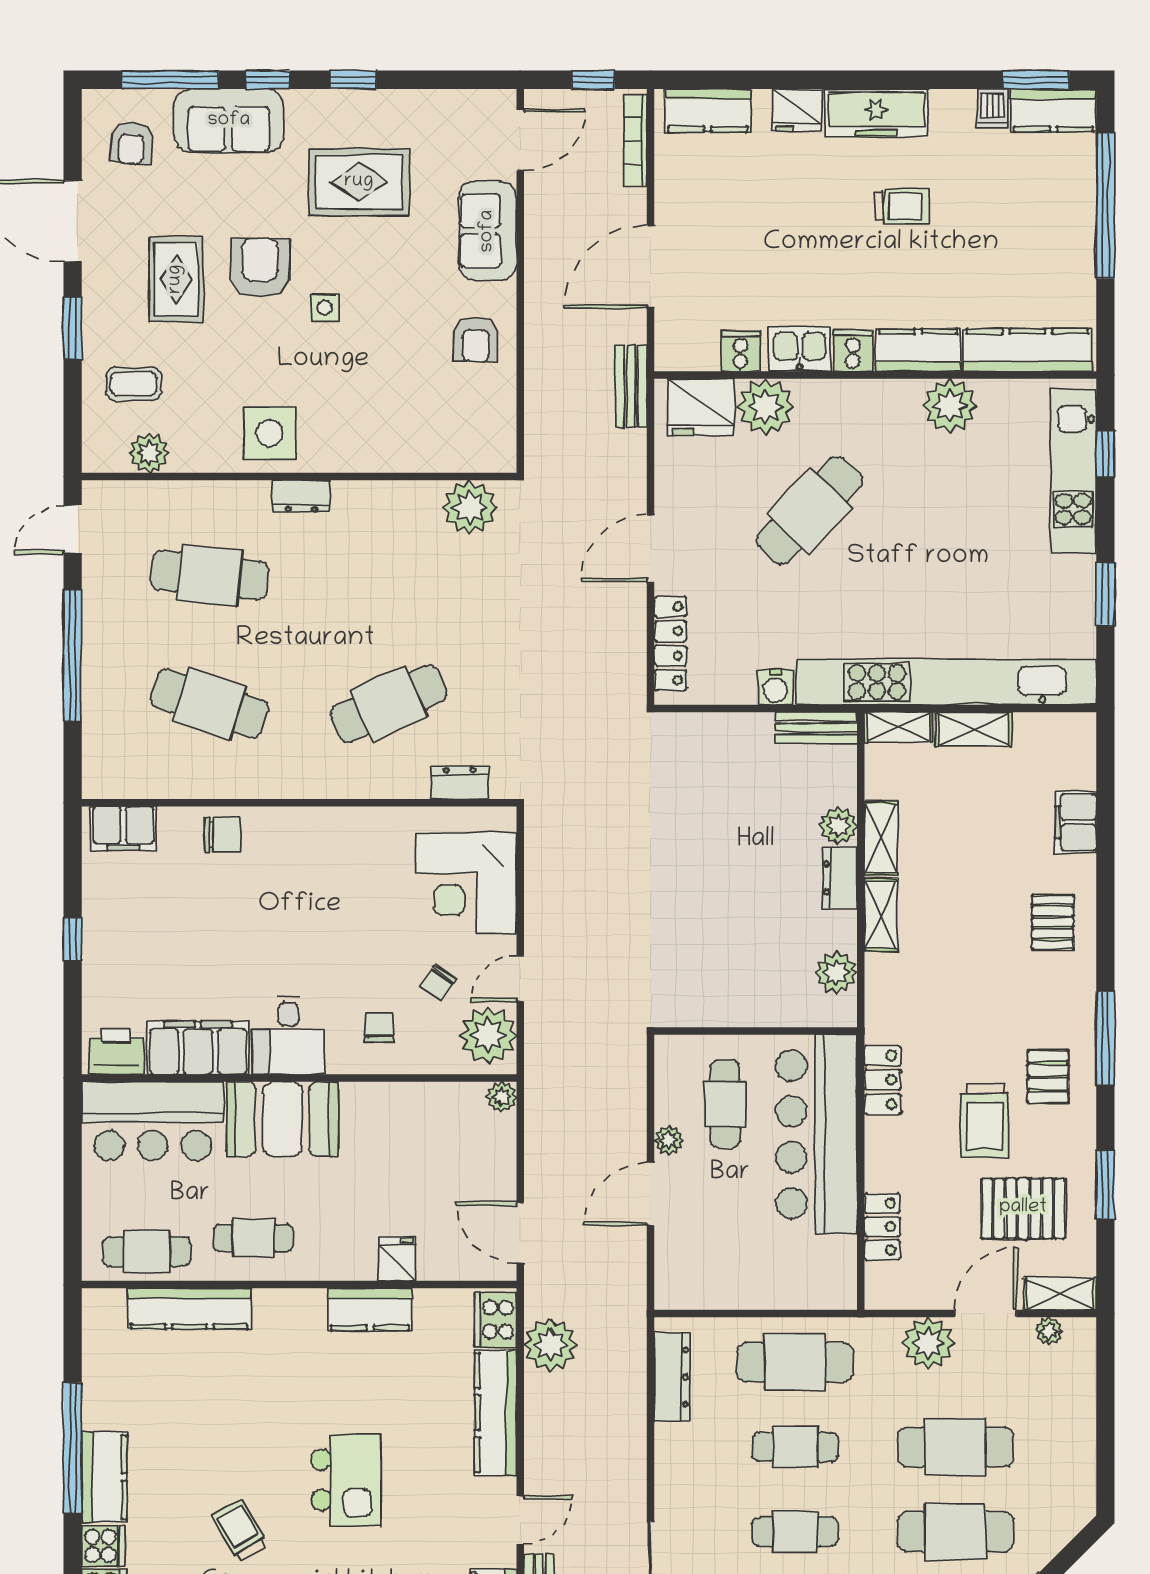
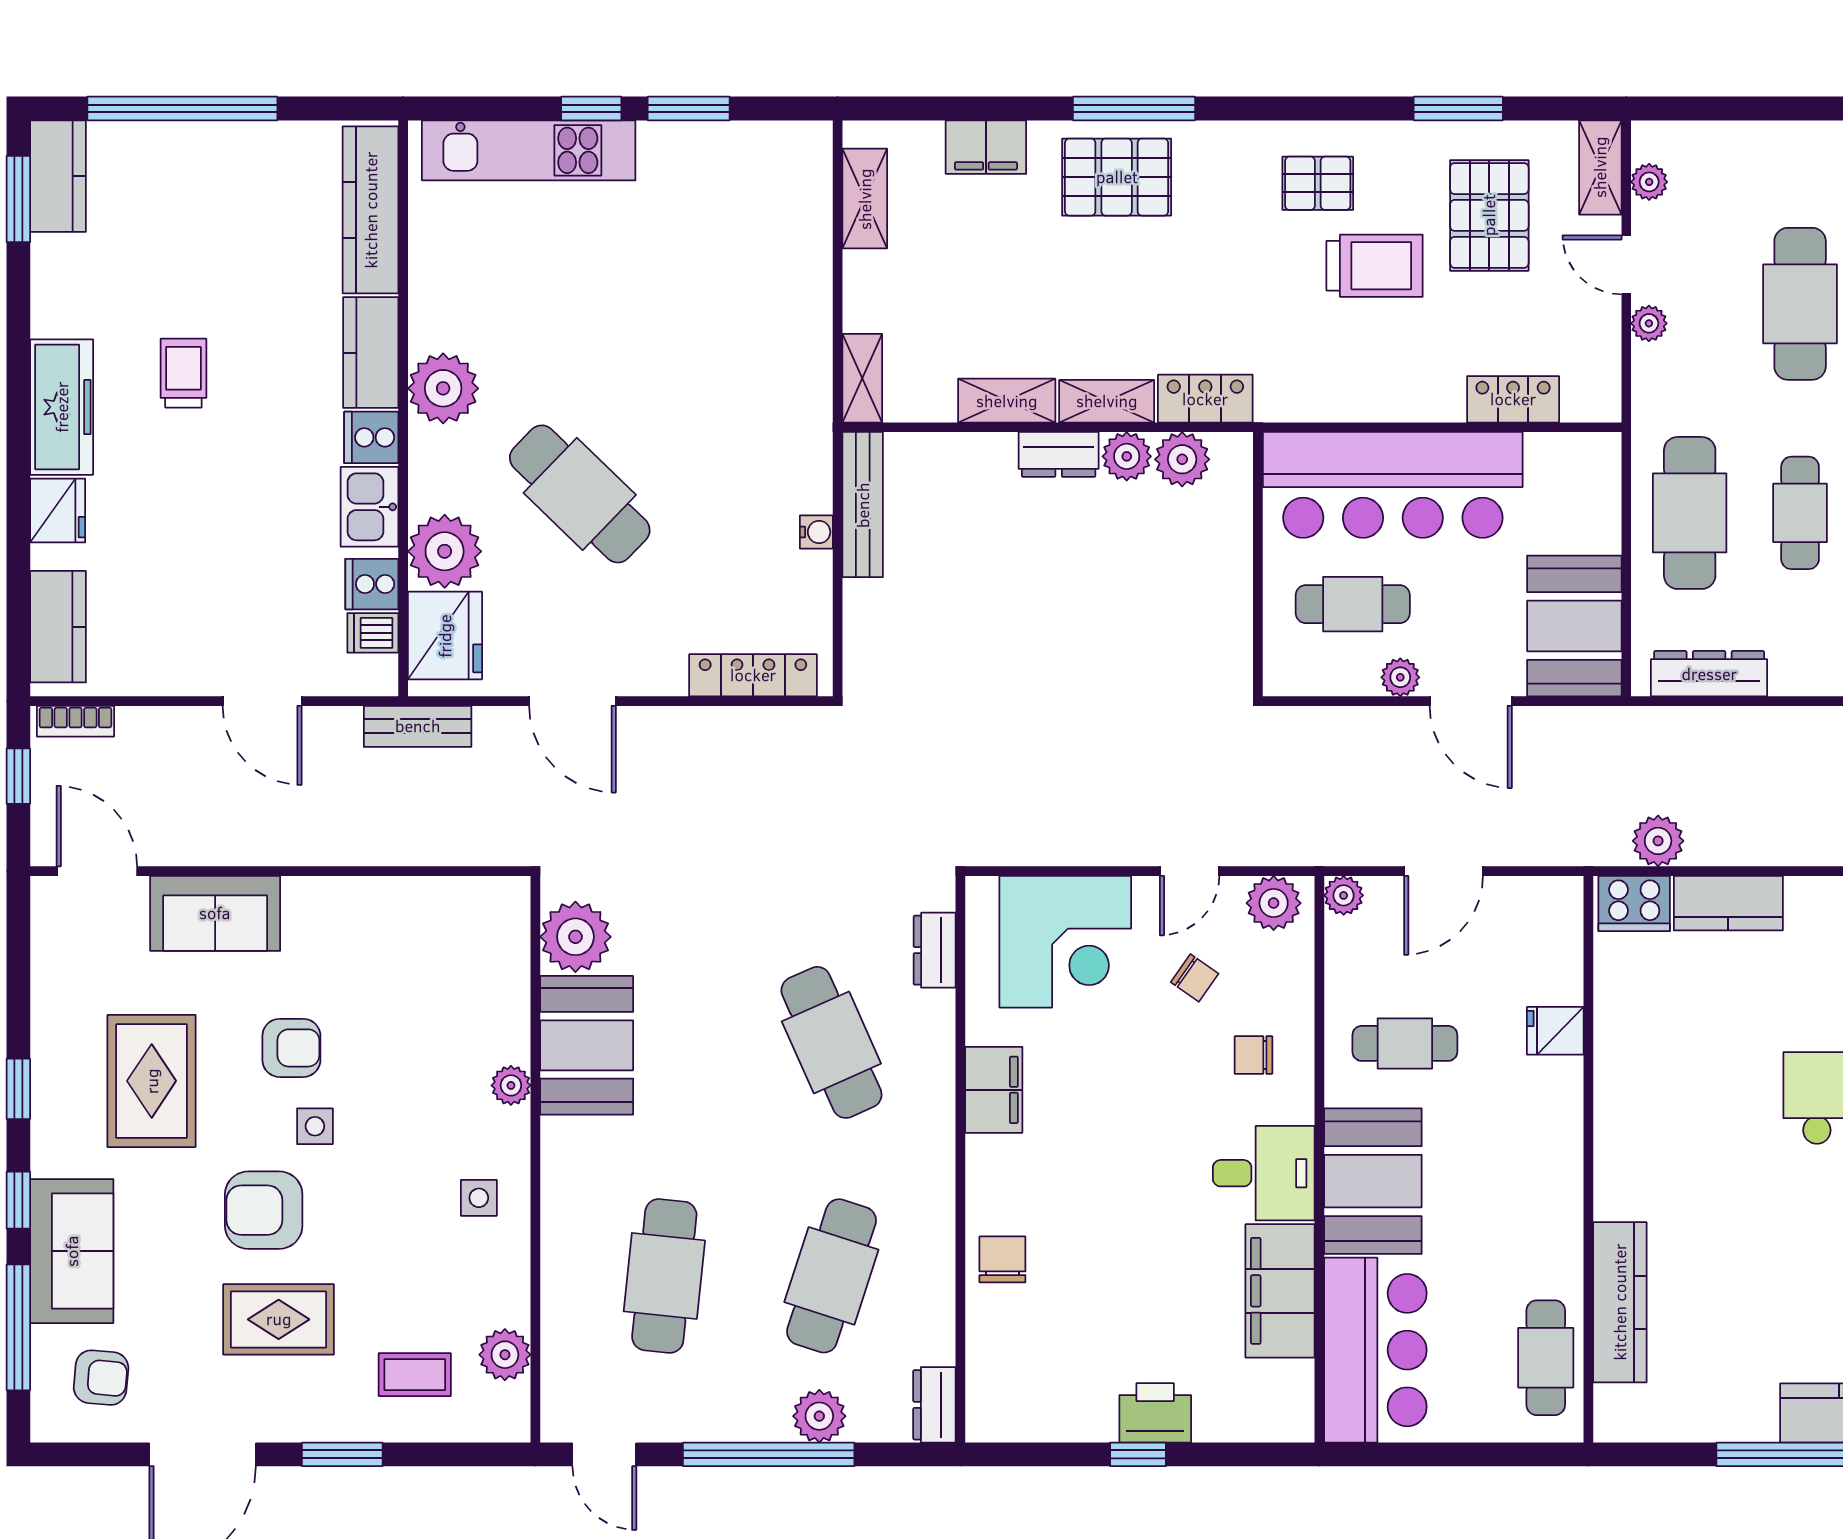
dishwasher: (992, 108) -> (373, 633), moved, turned 180
bookcase: (635, 140) -> (76, 721), width x0.64
door: (651, 267) -> (262, 701), width x0.73
armchair: (476, 339) -> (291, 1048), moved
coffee table: (134, 384) -> (415, 1375), turned 90
plant: (950, 406) -> (443, 388), moved
side table: (269, 433) -> (479, 1198), width x0.54, depth x0.54
window: (1105, 454) -> (591, 108), moved
plant: (356, 458) -> (511, 1085), added
dresser: (301, 496) -> (934, 1405), moved, turned 180
booth: (387, 516) -> (587, 1045), added
door: (651, 549) -> (572, 701), moved
kitchen unit: (946, 682) -> (803, 316), removed
water cooler: (776, 687) -> (816, 532), width x0.72, depth x0.72
plant: (102, 694) -> (819, 1416), added
bench: (816, 728) -> (863, 505), width x1.36
shelving: (973, 729) -> (865, 199), moved
plant: (838, 826) -> (1127, 456), moved
filing cabinet: (123, 828) -> (994, 1090), moved
pallet: (1053, 922) -> (1117, 177), width x1.50, depth x1.42
door: (520, 978) -> (1190, 871), hinge flipped
plant: (488, 1035) -> (1274, 903), width x0.73, depth x0.73
window: (1105, 1038) -> (1134, 108), moved
printer: (116, 1052) -> (1155, 1413), moved, turned 90
locker: (883, 1080) -> (1205, 399), moved
door: (520, 1233) -> (1444, 871), moved
cafe table: (253, 1238) -> (1405, 1043), moved, turned 90
booth: (708, 1274) -> (1574, 626), added
kitchen counter: (370, 1309) -> (1621, 1067), removed
door: (985, 1314) -> (1626, 265), width x0.73
plant: (928, 1343) -> (1649, 323), width x0.53, depth x0.53
plant: (550, 1345) -> (1658, 841), width x0.73, depth x0.73
kitchen counter: (496, 1413) -> (1728, 903), width x0.67

